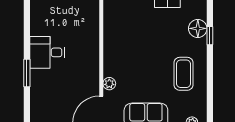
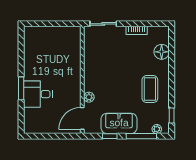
window: (210, 36) -> (172, 115), moved
desk: (47, 52) -> (38, 94), moved

